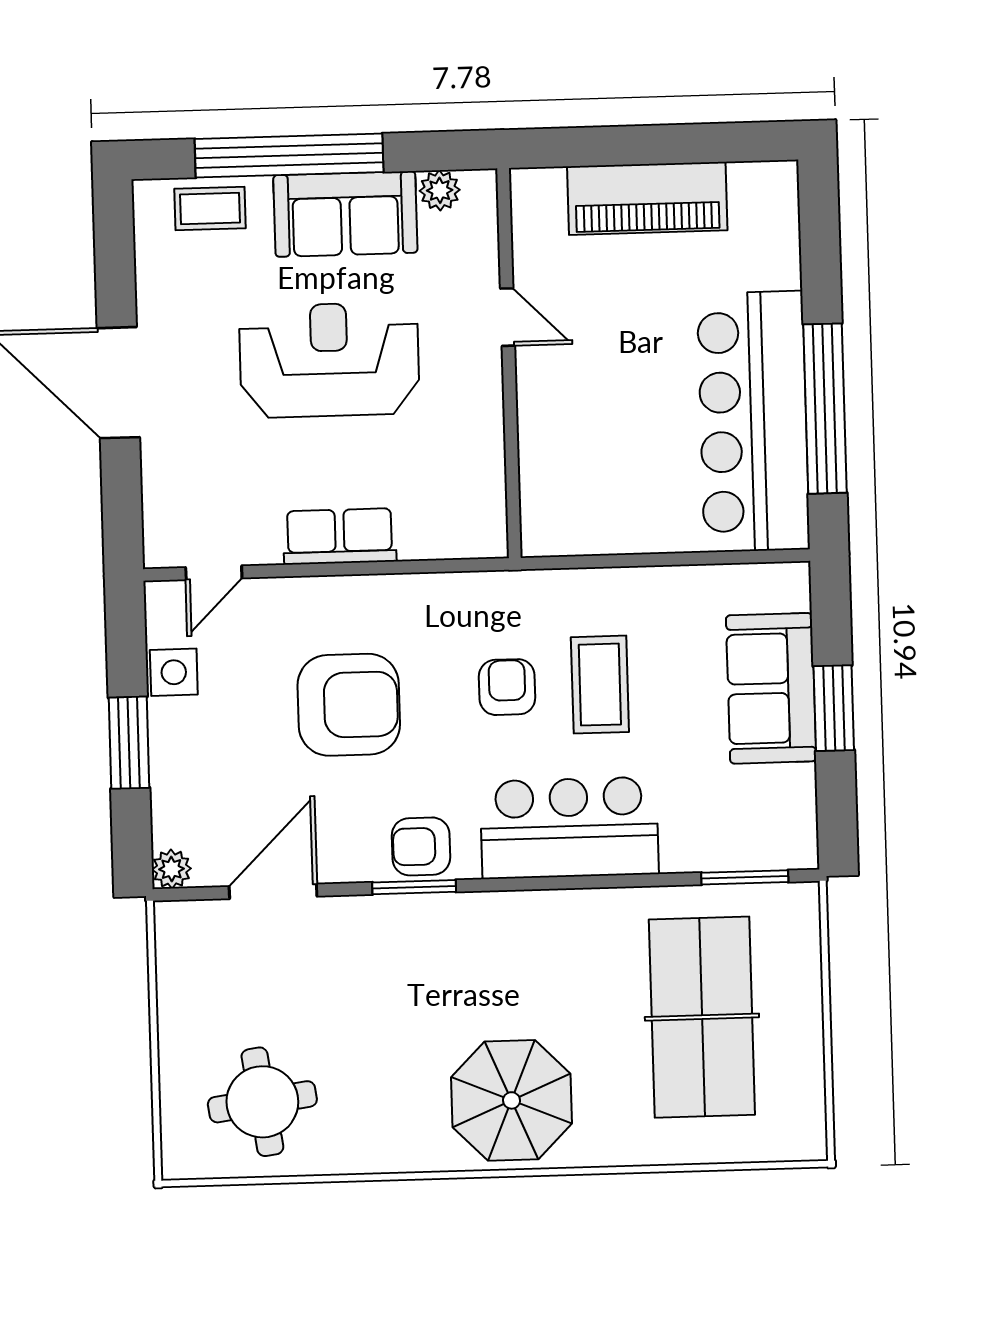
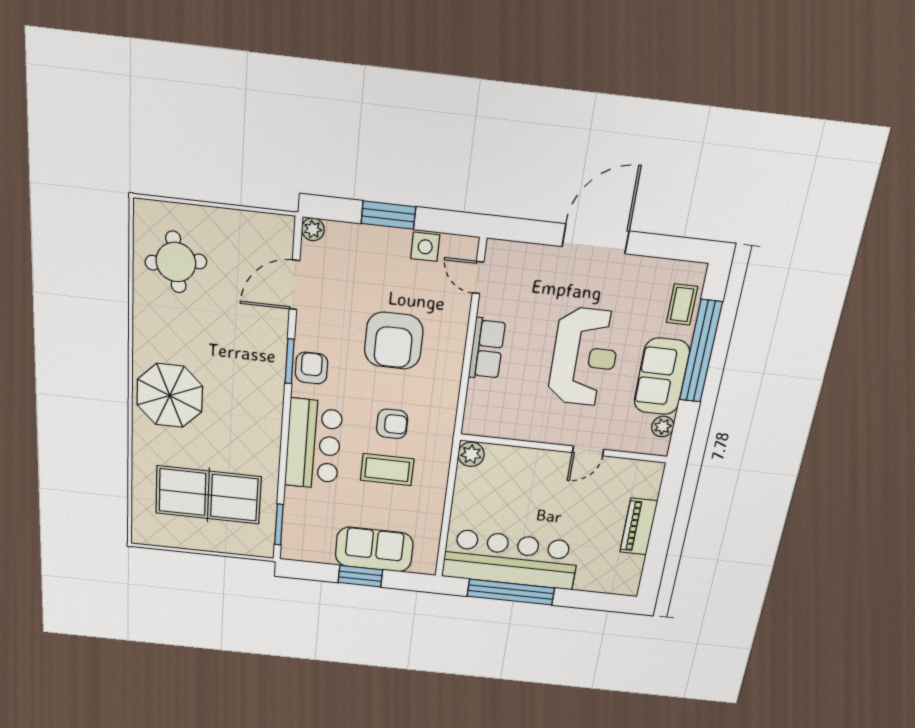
piano: (647, 198) -> (639, 527), width x0.73, depth x0.75
plant: (546, 533) -> (471, 454), added
door: (273, 891) -> (295, 285), swing flipped

